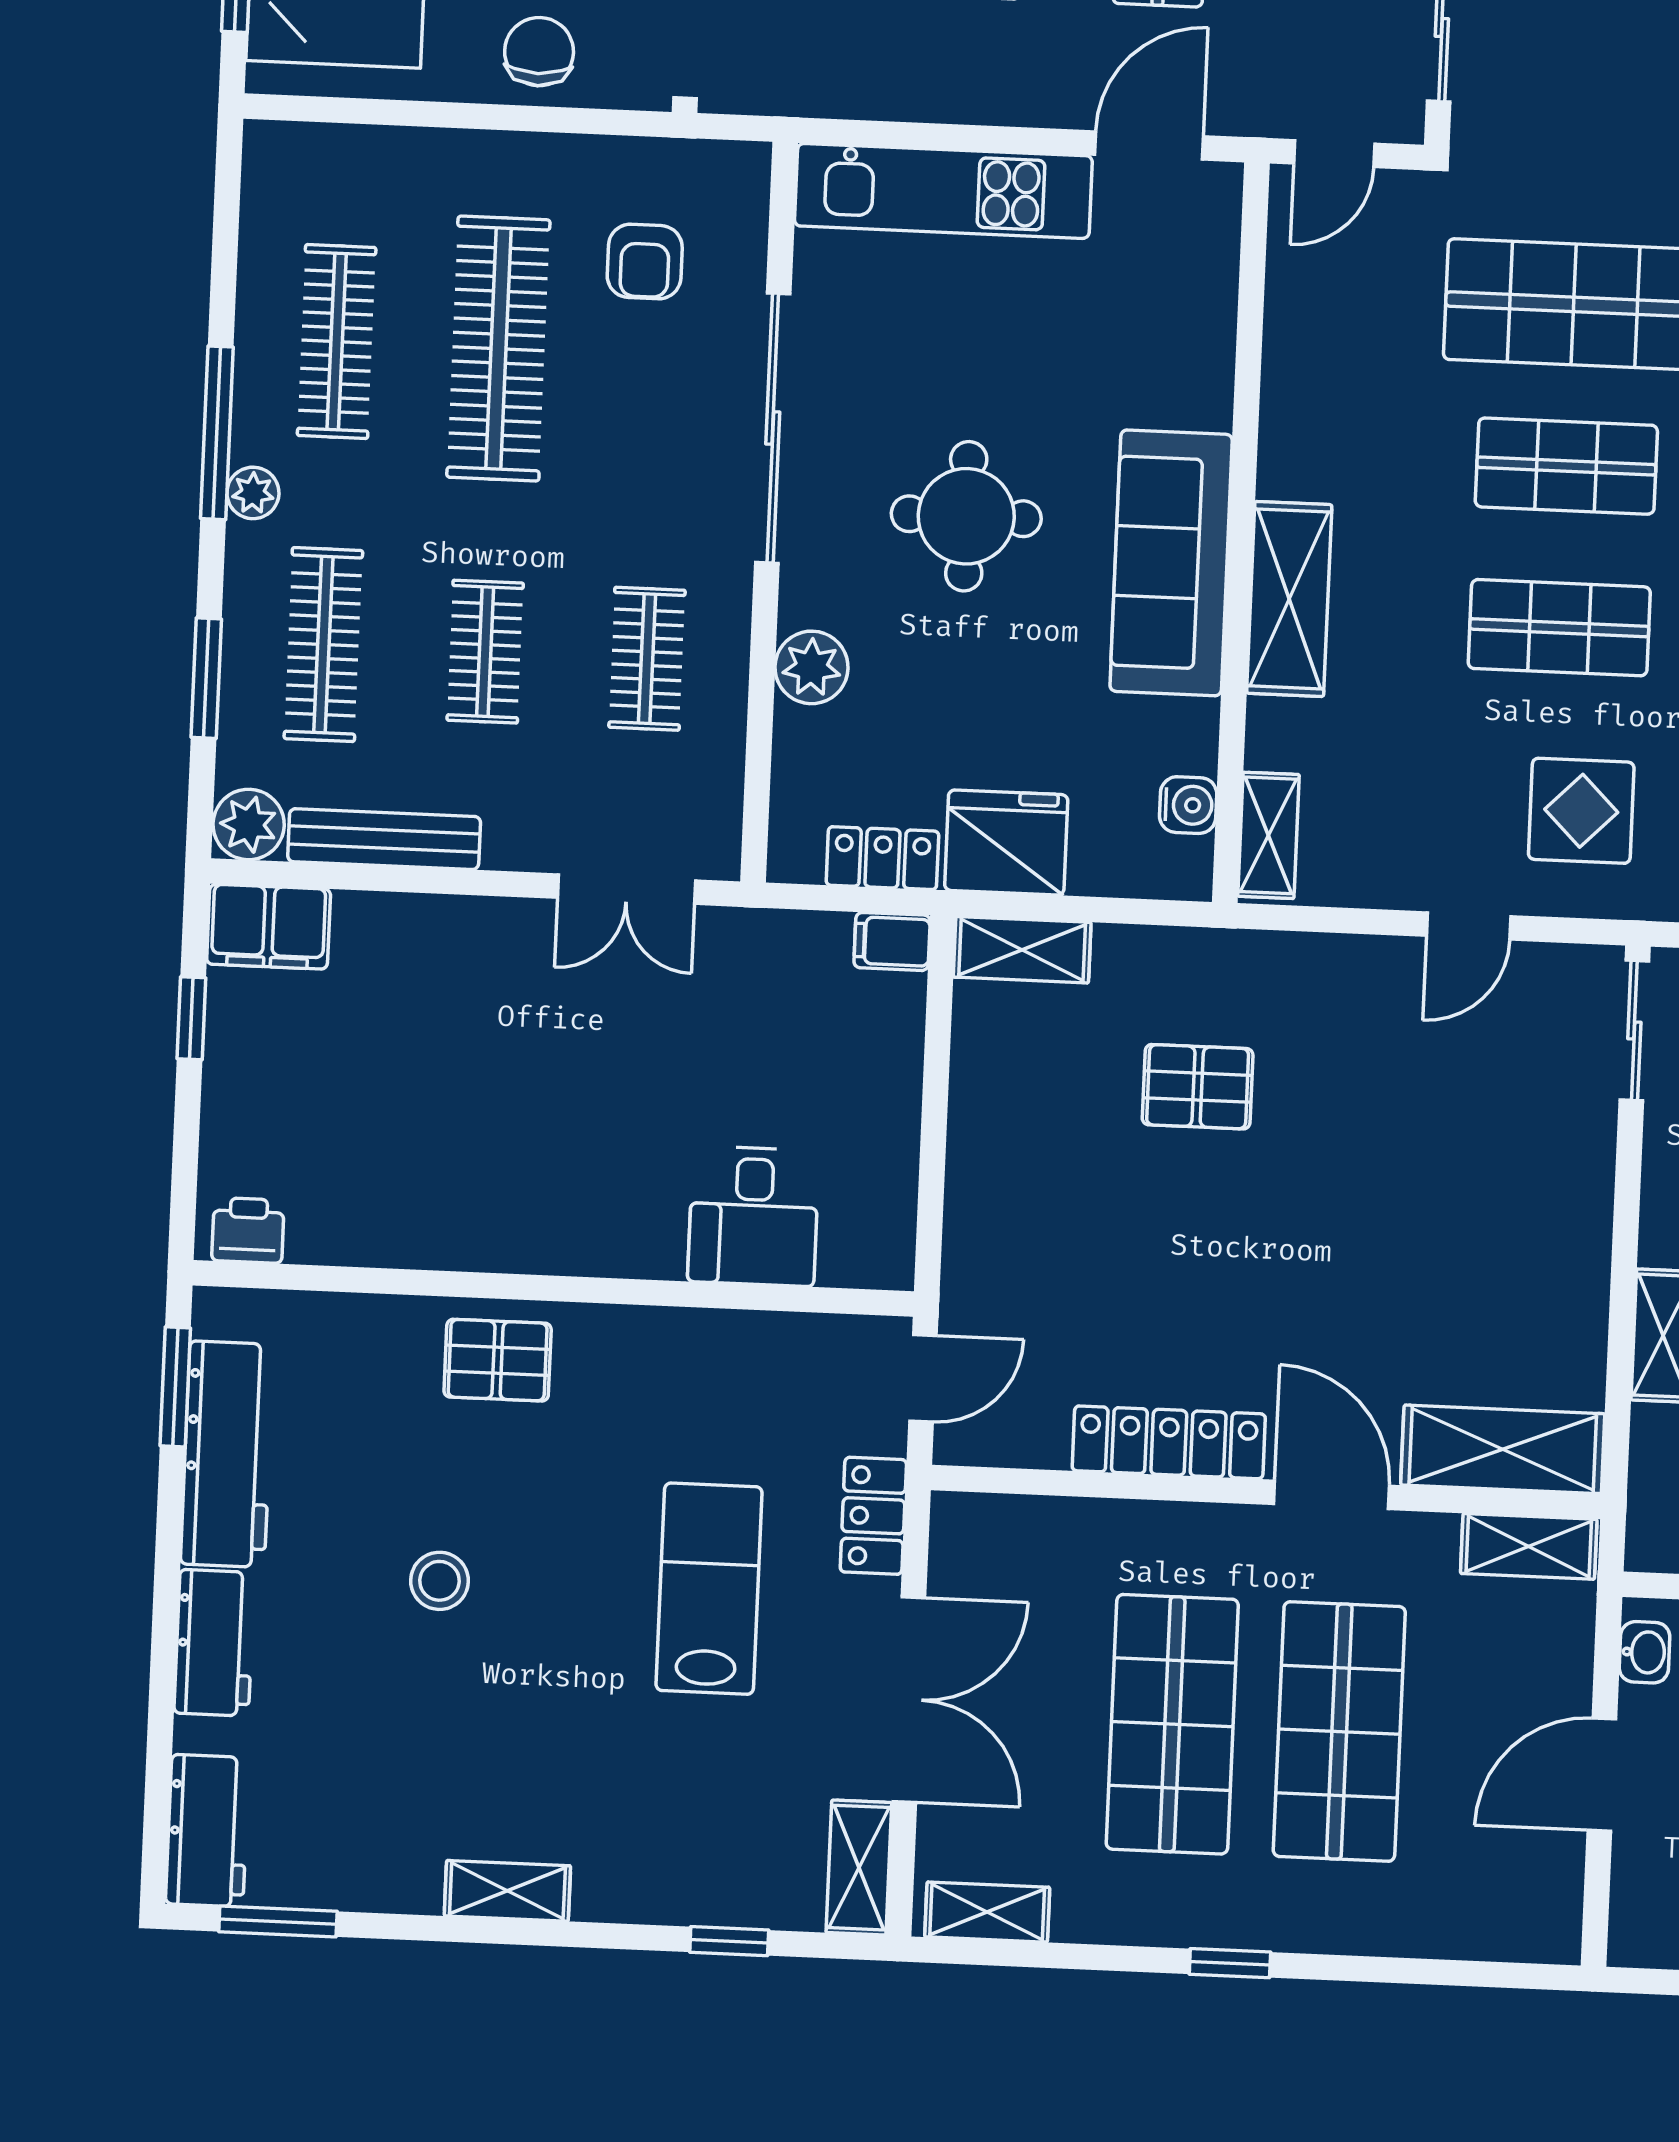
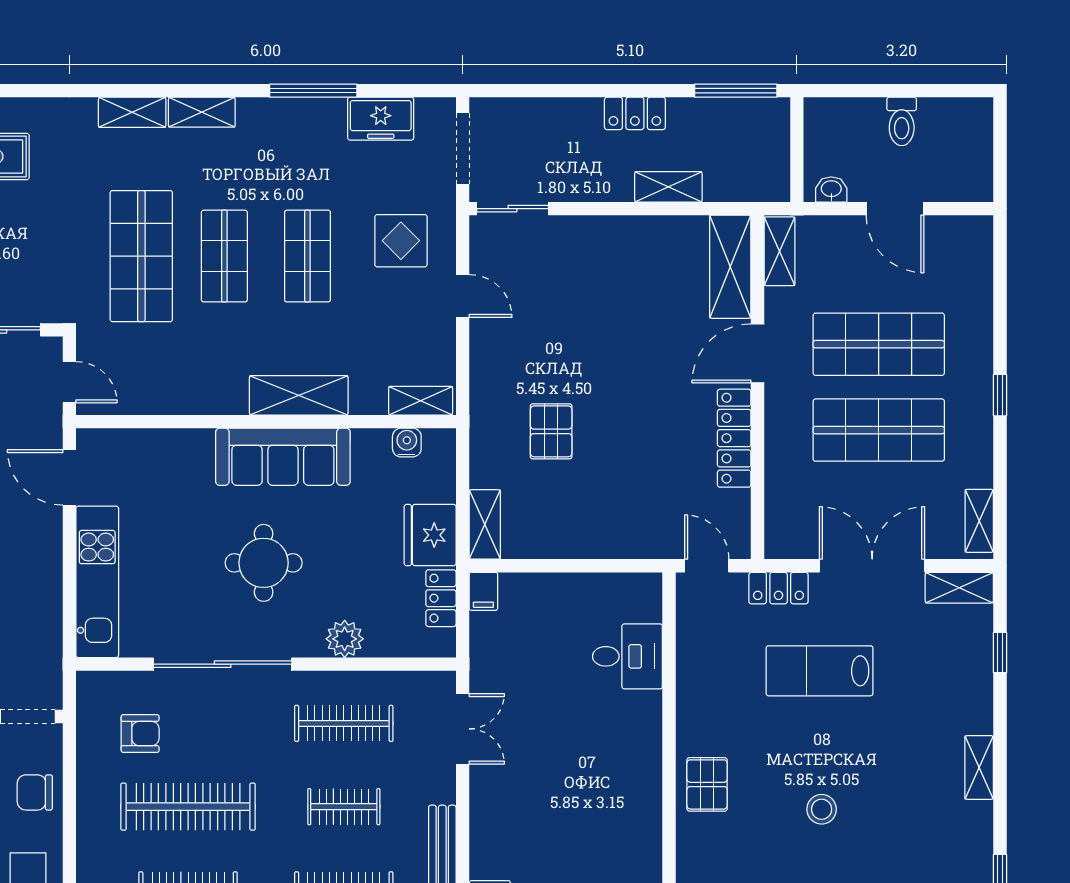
clothes rail: (647, 659) -> (344, 723), width x1.36

